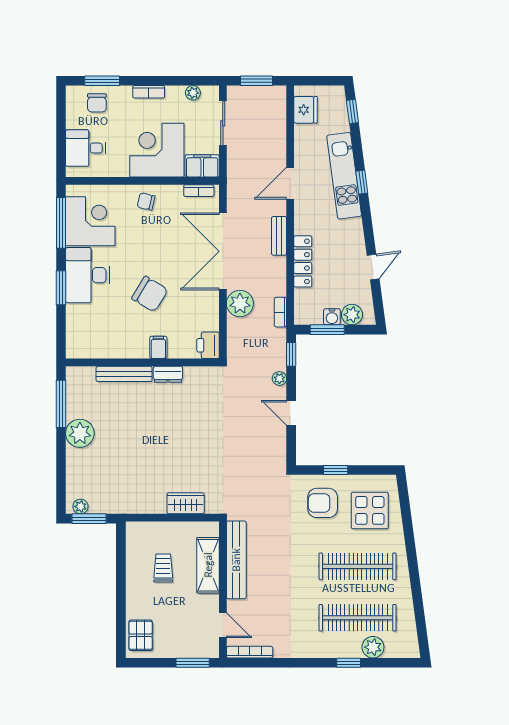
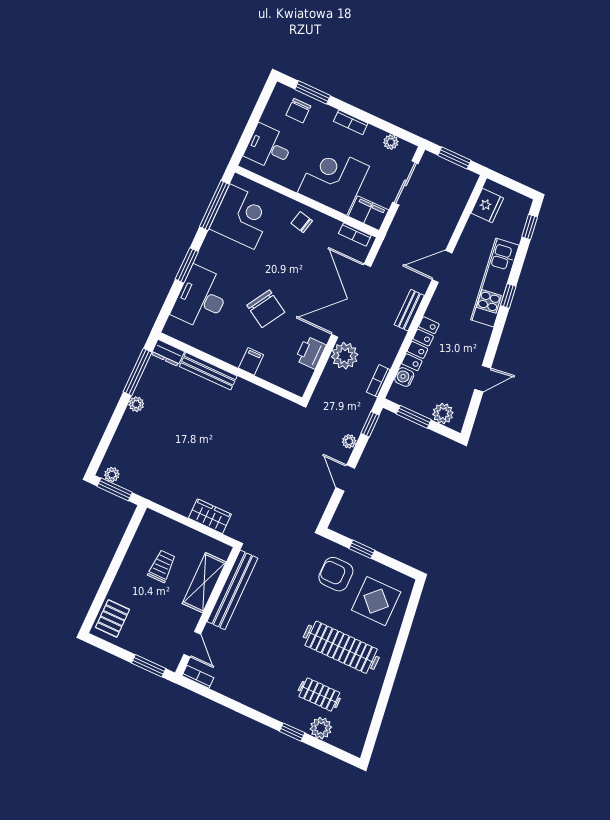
desk: (87, 275) -> (201, 298), moved
water cooler: (332, 317) -> (404, 377), moved, turned 90
printer: (208, 345) -> (311, 353), moved
dresser: (168, 374) -> (168, 353), moved
plant: (80, 433) -> (136, 404), width x0.53, depth x0.53
clothes rail: (358, 618) -> (319, 694), width x0.54, depth x0.76
bookcase: (250, 652) -> (198, 677), width x0.64

